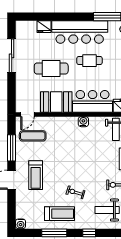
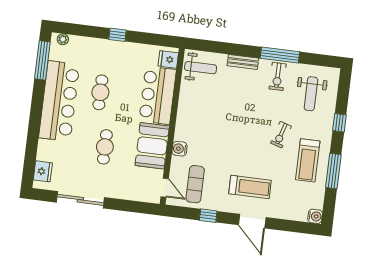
fridge: (44, 27) -> (43, 171), moved
cafe table: (51, 69) -> (105, 147), width x0.73, depth x0.74
water cooler: (83, 122) -> (180, 149), moved
window: (12, 148) -> (208, 216), width x0.46
treadmill: (60, 214) -> (308, 160), turned 180

